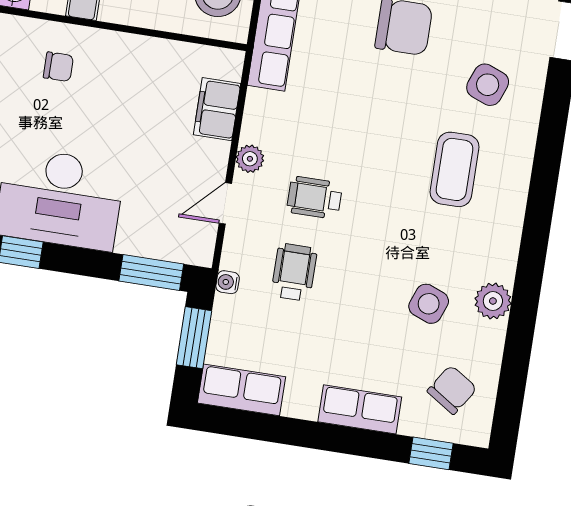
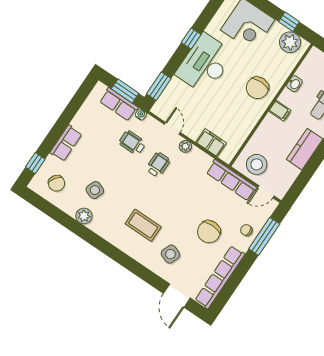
chair: (58, 67) -> (257, 88), width x1.87, depth x1.87
wheelchair: (294, 272) -> (132, 143), turned 180
row of seats: (242, 390) -> (119, 104), moved, turned 90

